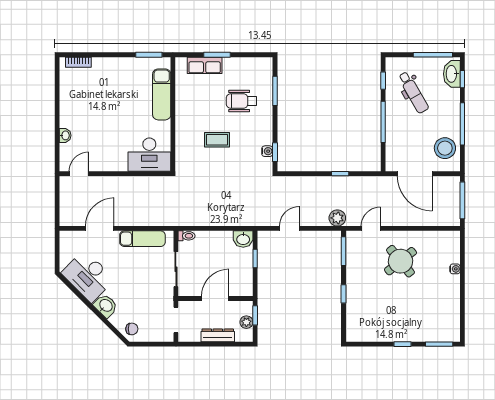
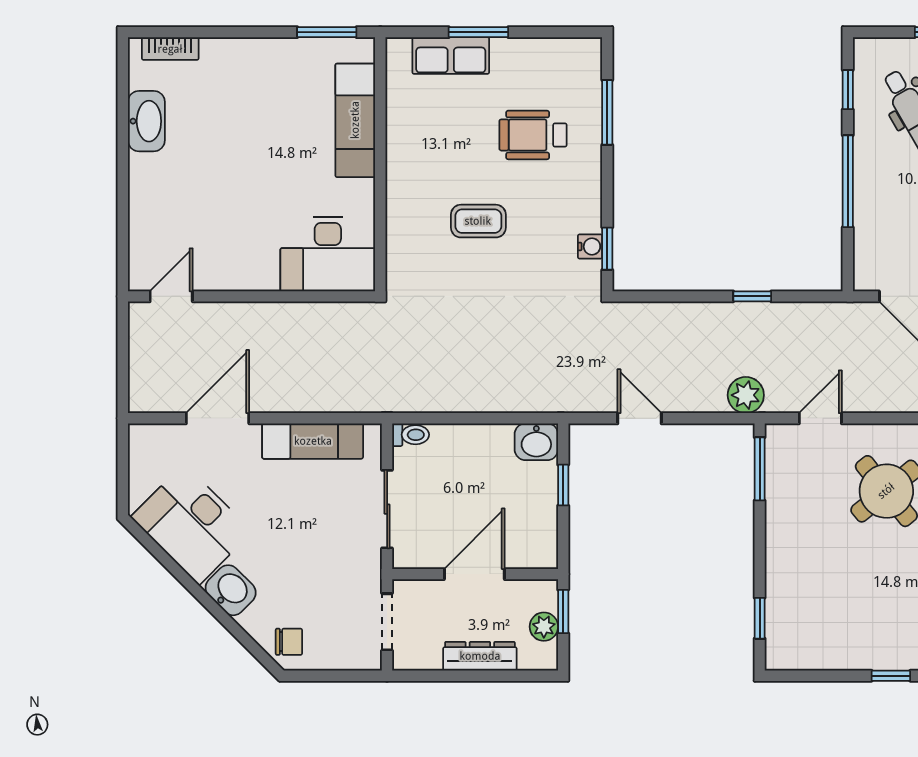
washbasin: (65, 135) -> (146, 121), moved, width x1.91, depth x1.45
door: (289, 228) -> (639, 418), hinge flipped
window: (344, 294) -> (760, 618), moved

